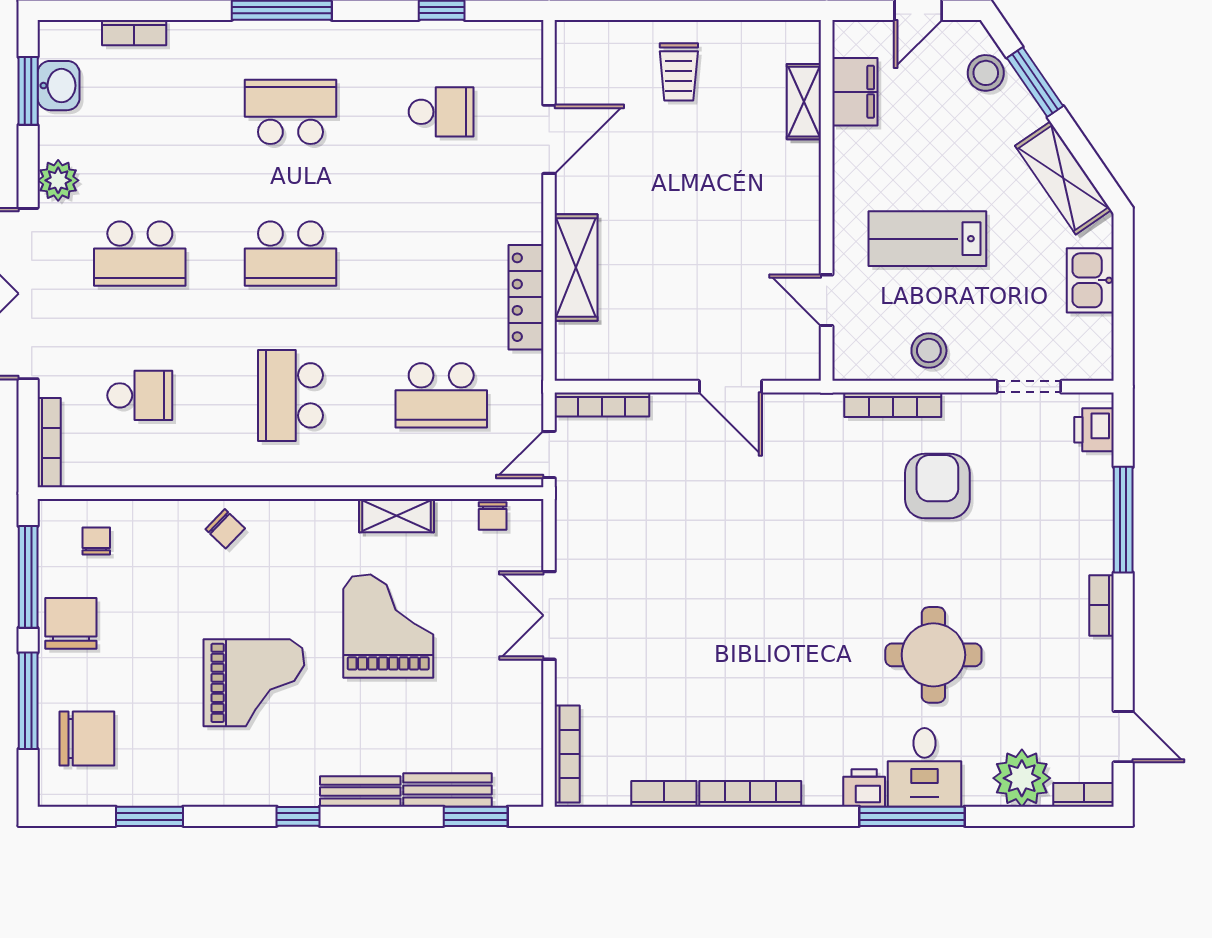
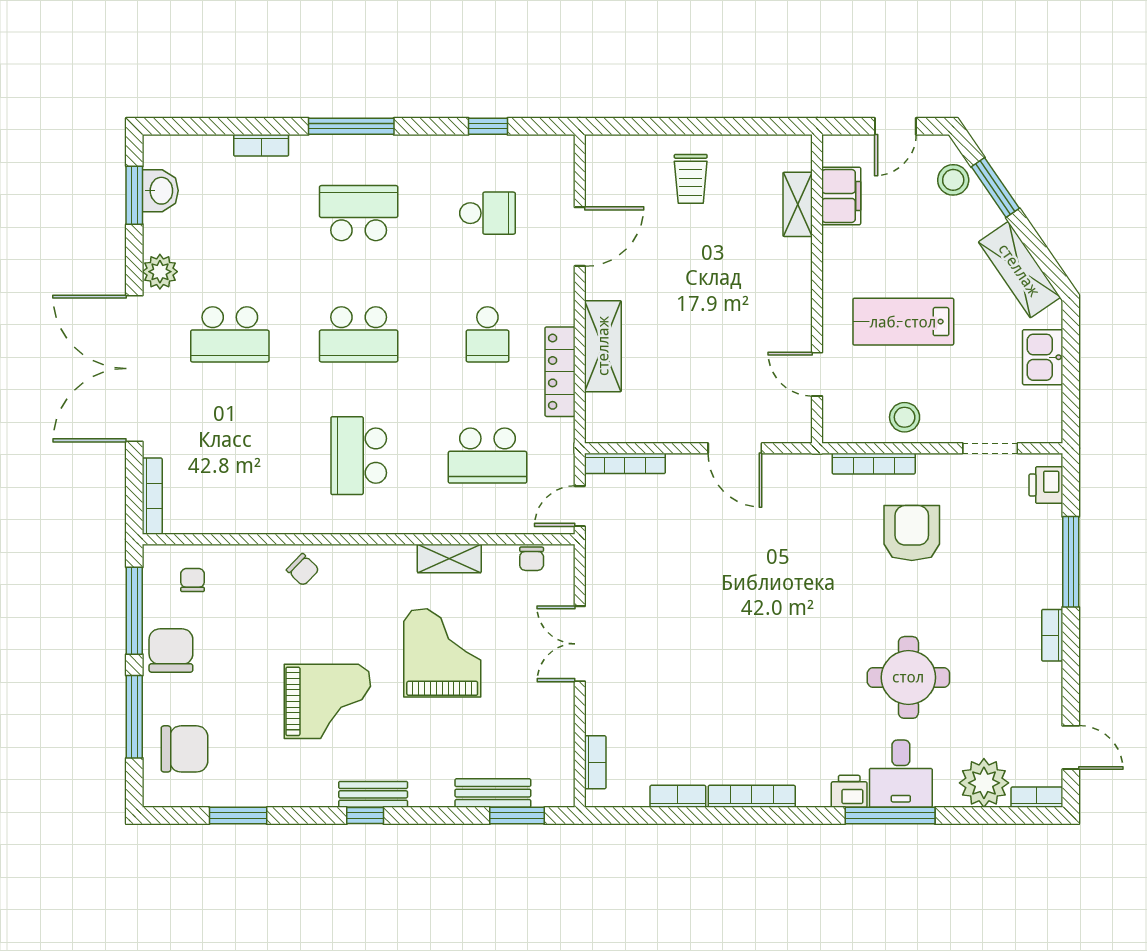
bookcase: (134, 33) -> (261, 145), moved
school desk: (140, 395) -> (487, 334), moved, turned 90
bookcase: (567, 754) -> (595, 762), width x0.64
bench: (360, 792) -> (373, 794), moved

